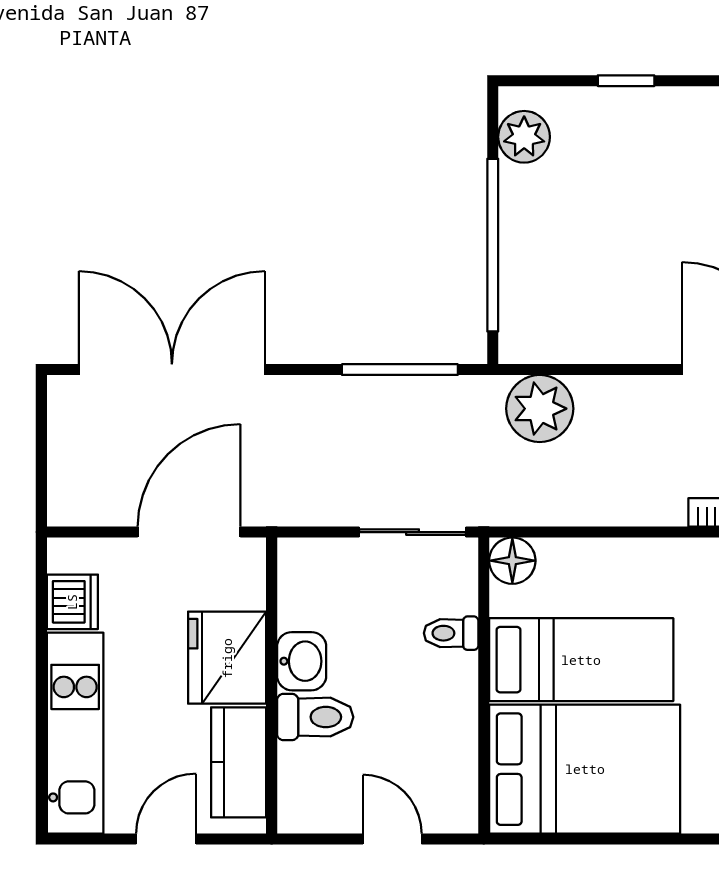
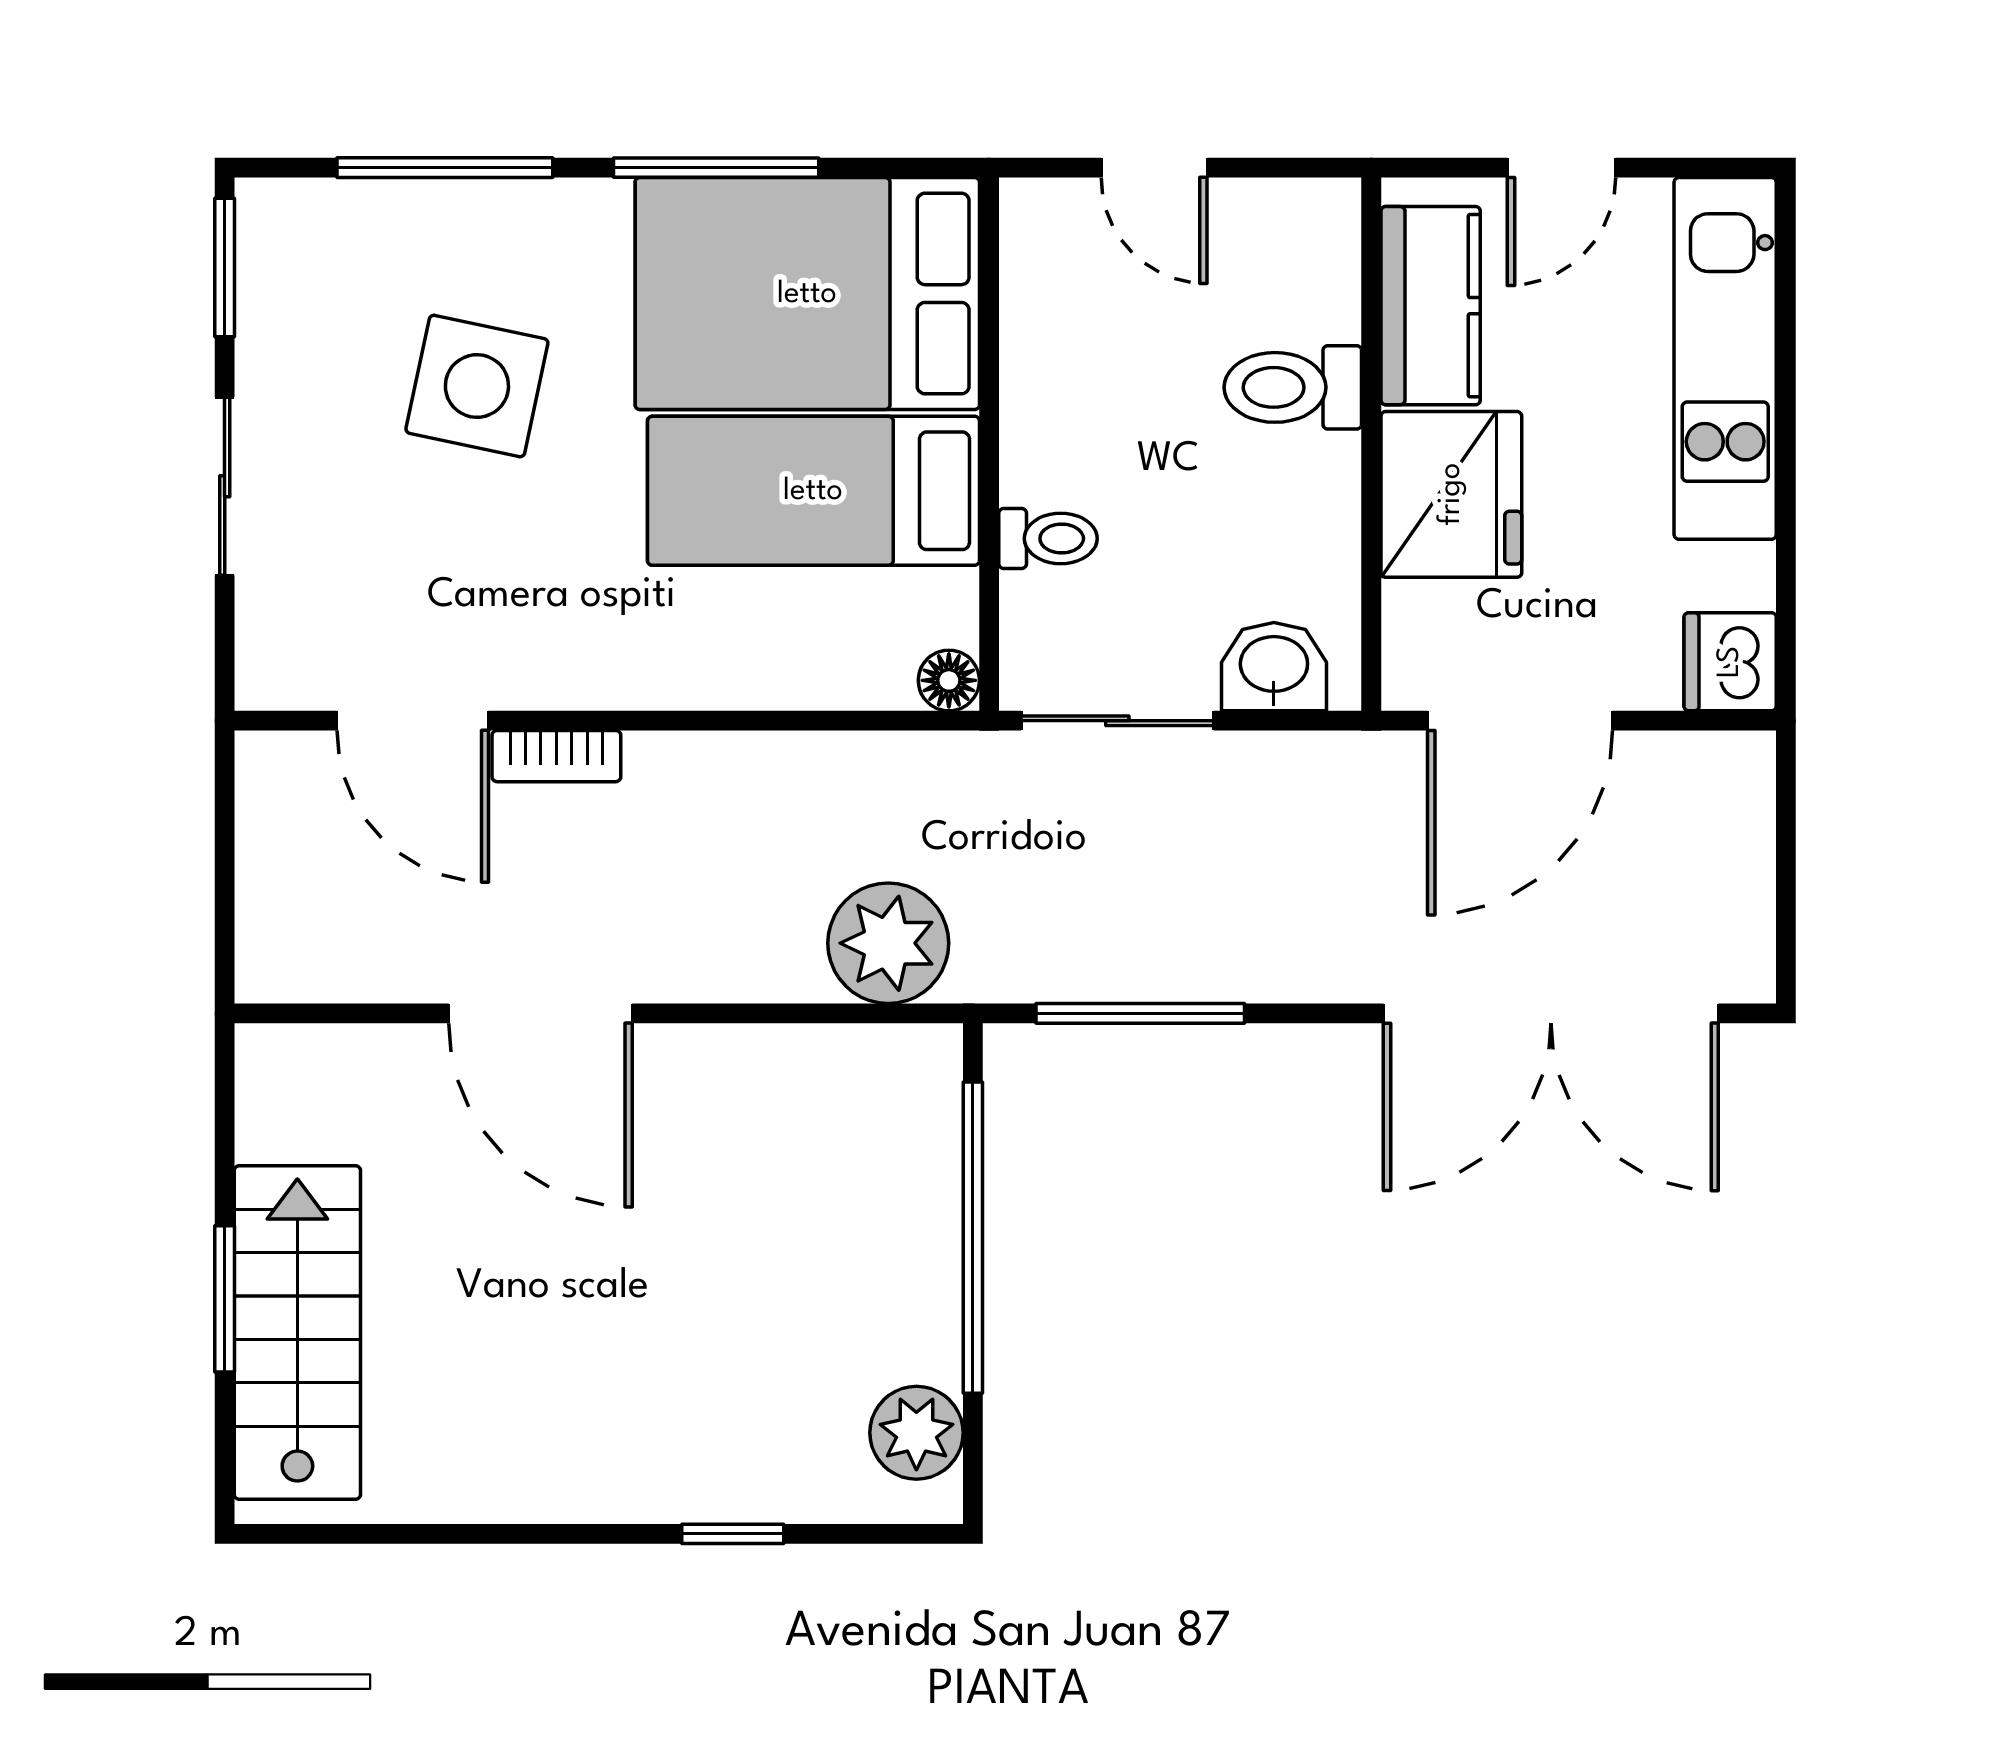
floor lamp: (512, 561) -> (949, 680), width x0.73, depth x0.73
dishwasher: (72, 602) -> (1730, 662), moved
washbasin: (302, 661) -> (1274, 667), moved, turned 90
window: (635, 839) -> (716, 168), added

